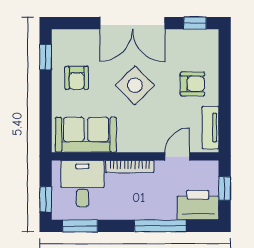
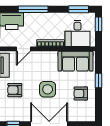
window: (46, 57) -> (98, 81), moved
armchair: (77, 78) -> (81, 93), turned -90
side table: (135, 85) -> (48, 89), turned 45

